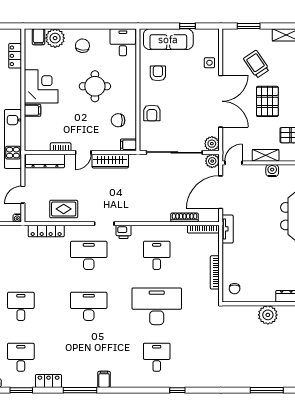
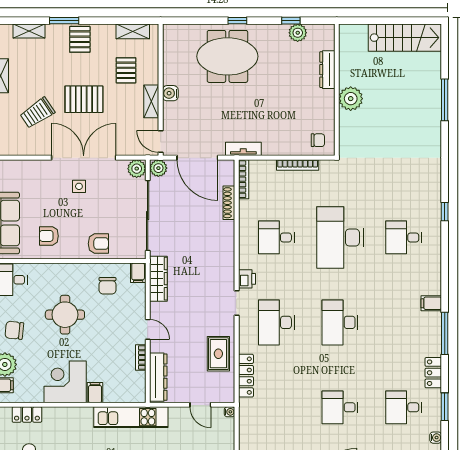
side table: (209, 63) -> (79, 186), moved
wardrobe: (110, 161) -> (158, 279), moved

